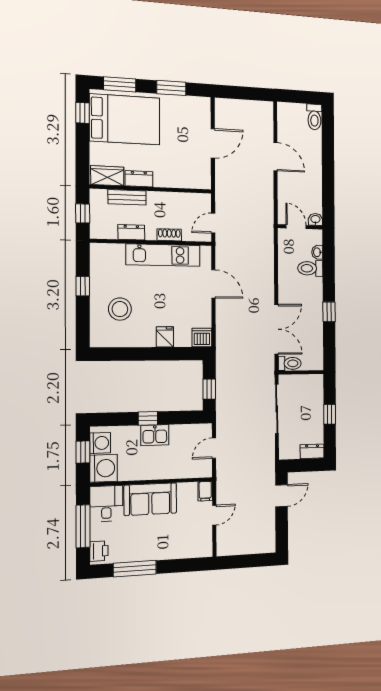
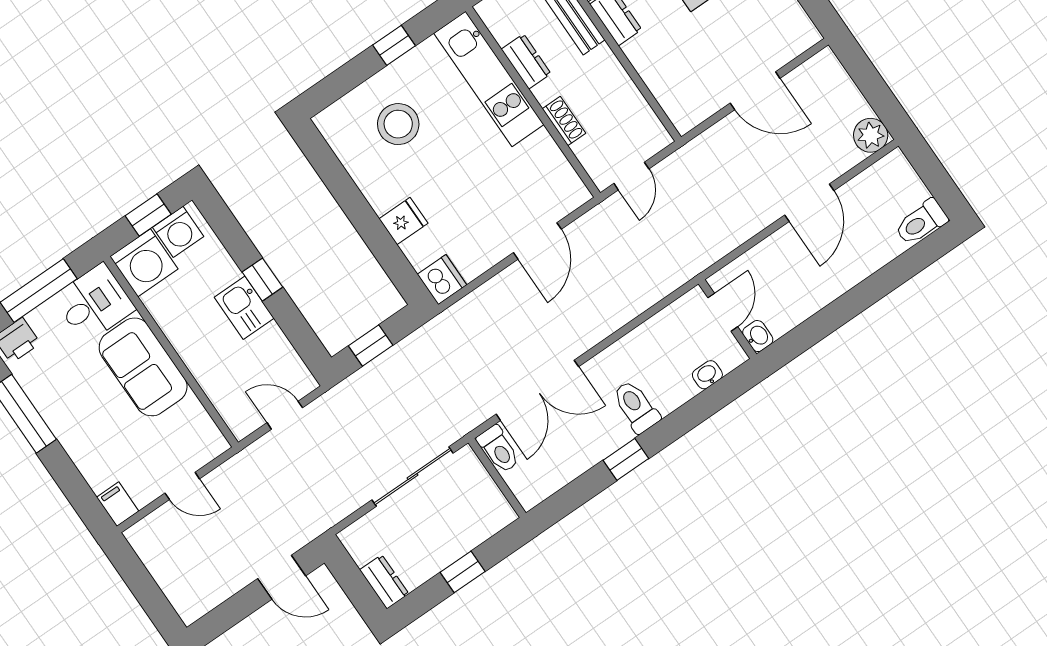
plant: (265, 110) -> (871, 135), added
door: (213, 223) -> (631, 176), swing flipped
kitchen unit: (163, 255) -> (489, 79), moved
toilet: (310, 268) -> (636, 407), moved
filing cabinet: (205, 491) -> (118, 504), moved, turned 90

